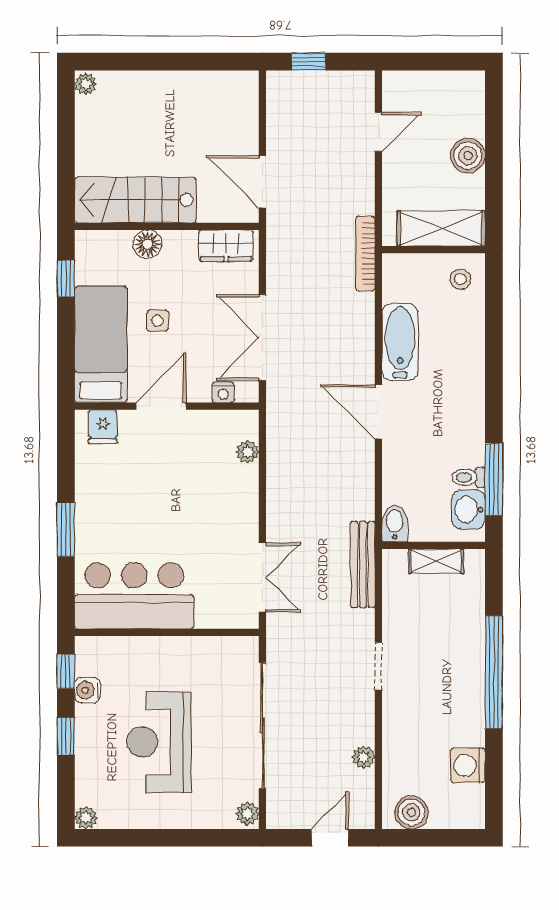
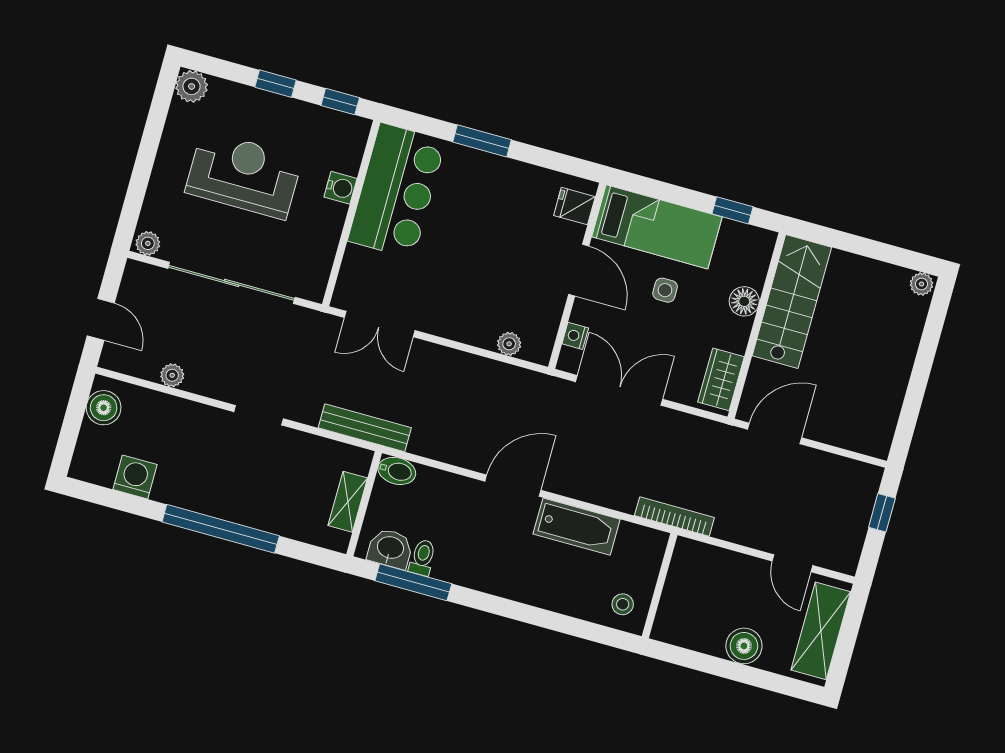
shelving: (441, 228) -> (821, 631), moved
water cooler: (87, 690) -> (341, 188), moved, turned 90
plant: (86, 818) -> (192, 86), width x1.38, depth x1.38

